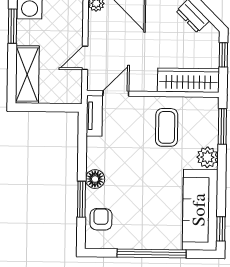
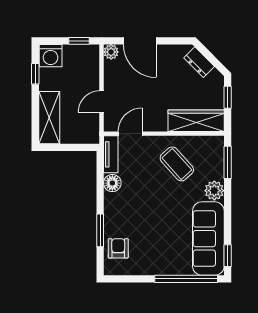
window: (13, 26) -> (35, 74), width x0.67
coffee table: (167, 127) -> (177, 164), turned -42
floor lamp: (95, 179) -> (112, 183), moved
window: (152, 253) -> (186, 279), moved

